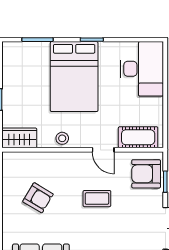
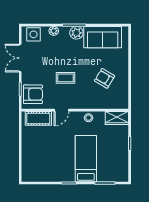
desk: (142, 69) -> (36, 164), removed
bed: (74, 77) -> (86, 159), width x0.67
door: (103, 150) -> (61, 110), swing flipped

